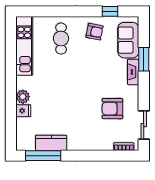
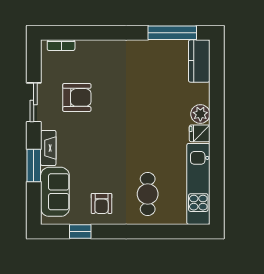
armchair: (95, 32) -> (102, 203), turned -101
fridge: (23, 111) -> (200, 133), moved
sliding door: (144, 125) -> (34, 102), moved
kitchen counter: (51, 143) -> (199, 61), moved, turned 90

